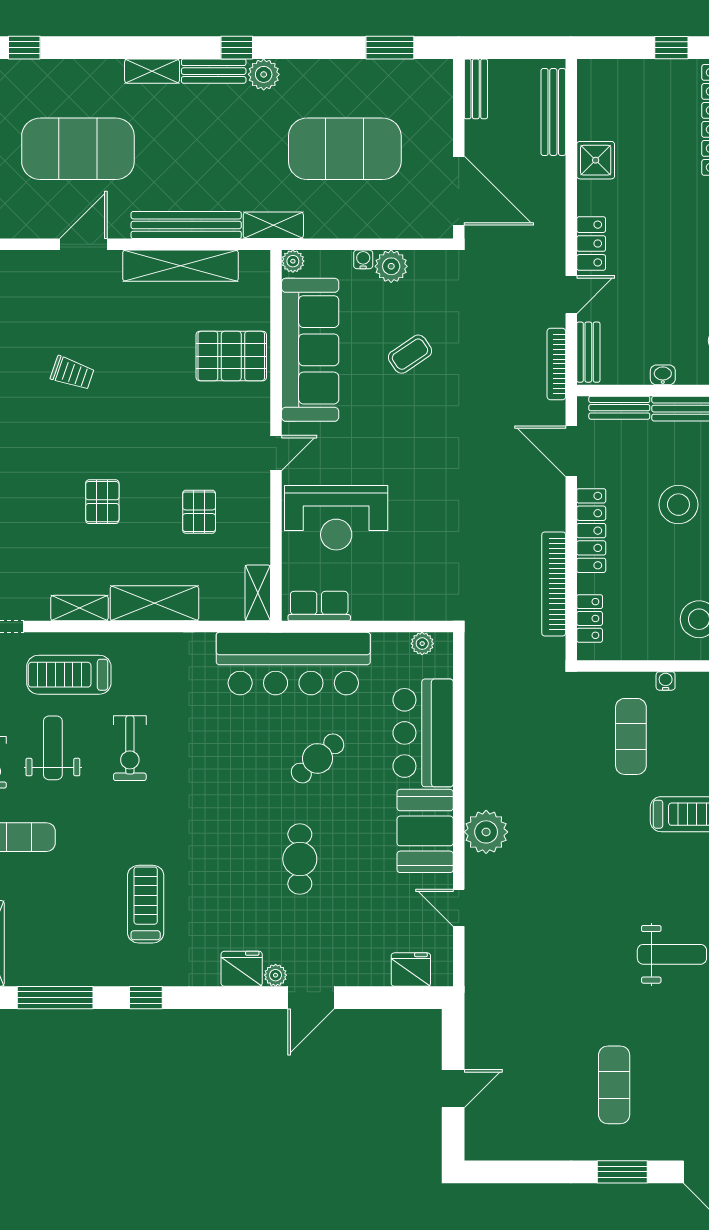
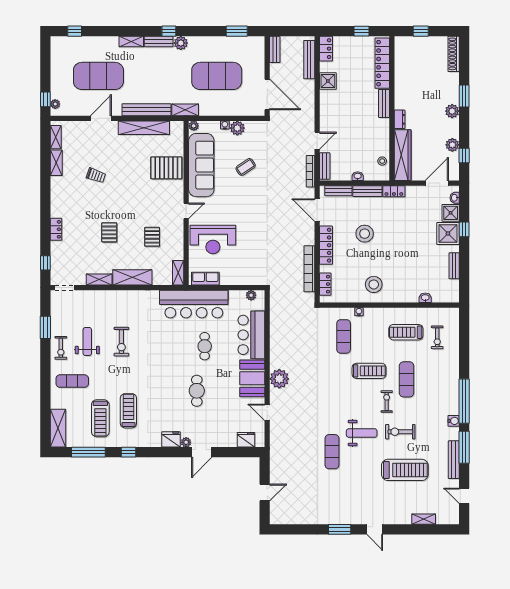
locker: (591, 244) -> (326, 49), moved
treadmill: (69, 675) -> (100, 418), moved, turned -90
cafe table: (318, 758) -> (205, 346), turned -48
exercise mat: (614, 1085) -> (332, 452), moved

